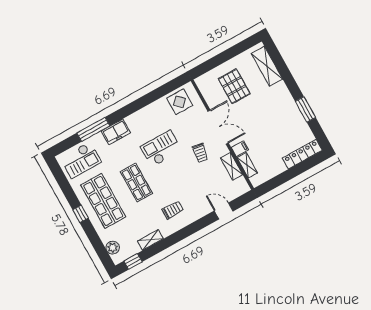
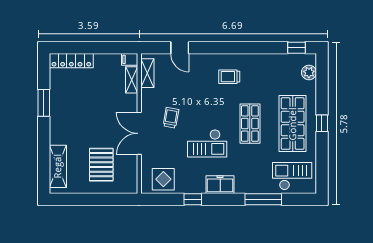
window: (148, 99) -> (193, 199), added
freezer: (116, 132) -> (220, 185), moved
filing cabinet: (240, 149) -> (130, 59), moved
shelving: (232, 166) -> (147, 73), moved
shelving: (150, 240) -> (268, 59), removed

